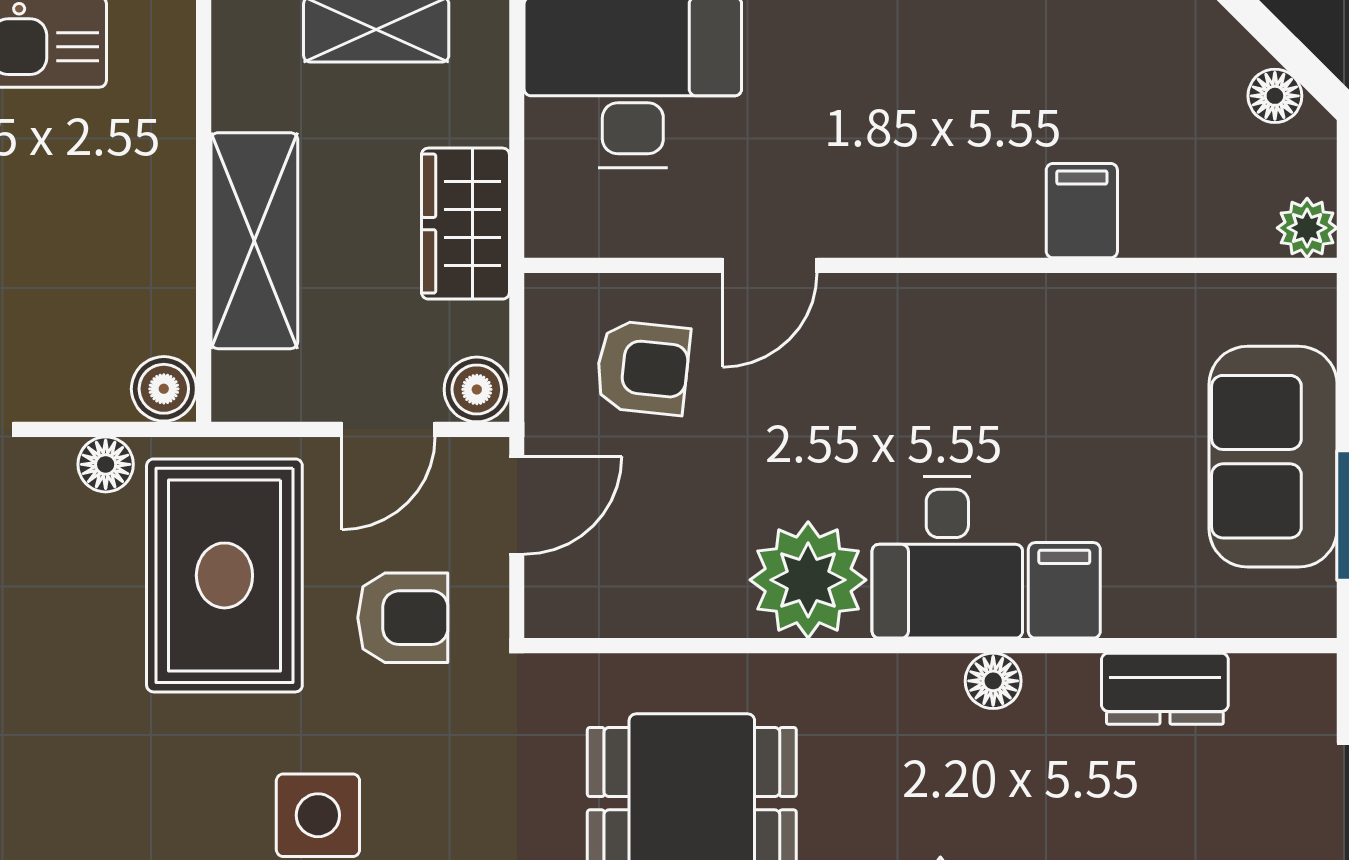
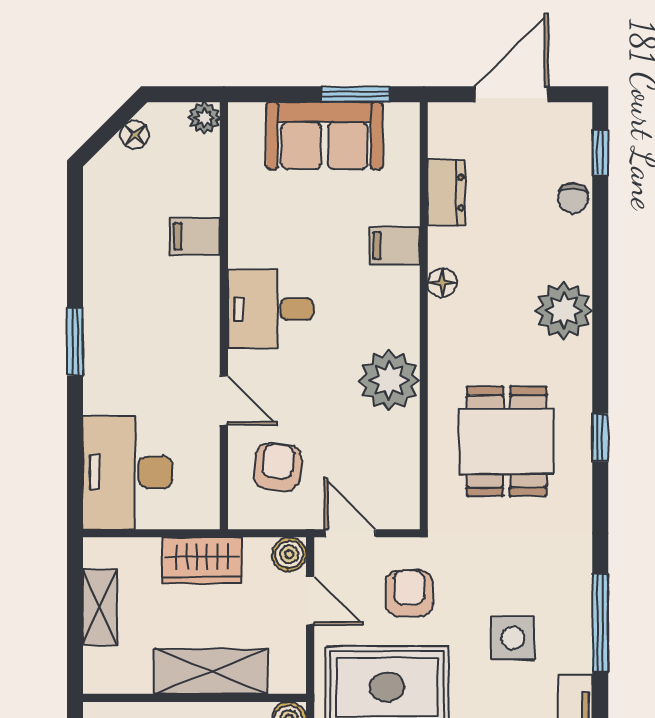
desk: (947, 557) -> (270, 309), moved, turned 180

